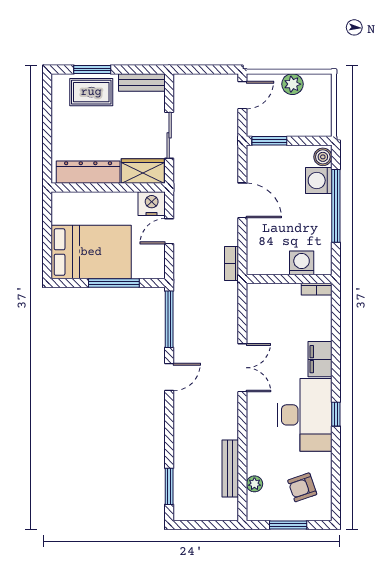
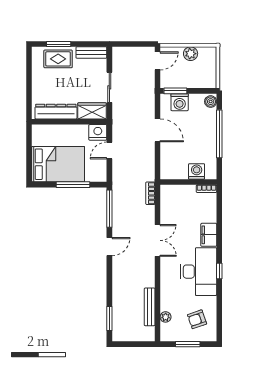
washing machine: (319, 180) -> (180, 102), moved, turned -90
bookcase: (231, 263) -> (150, 193), moved

